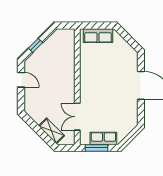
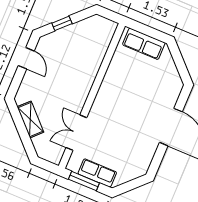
shelving: (52, 131) -> (30, 119), moved

